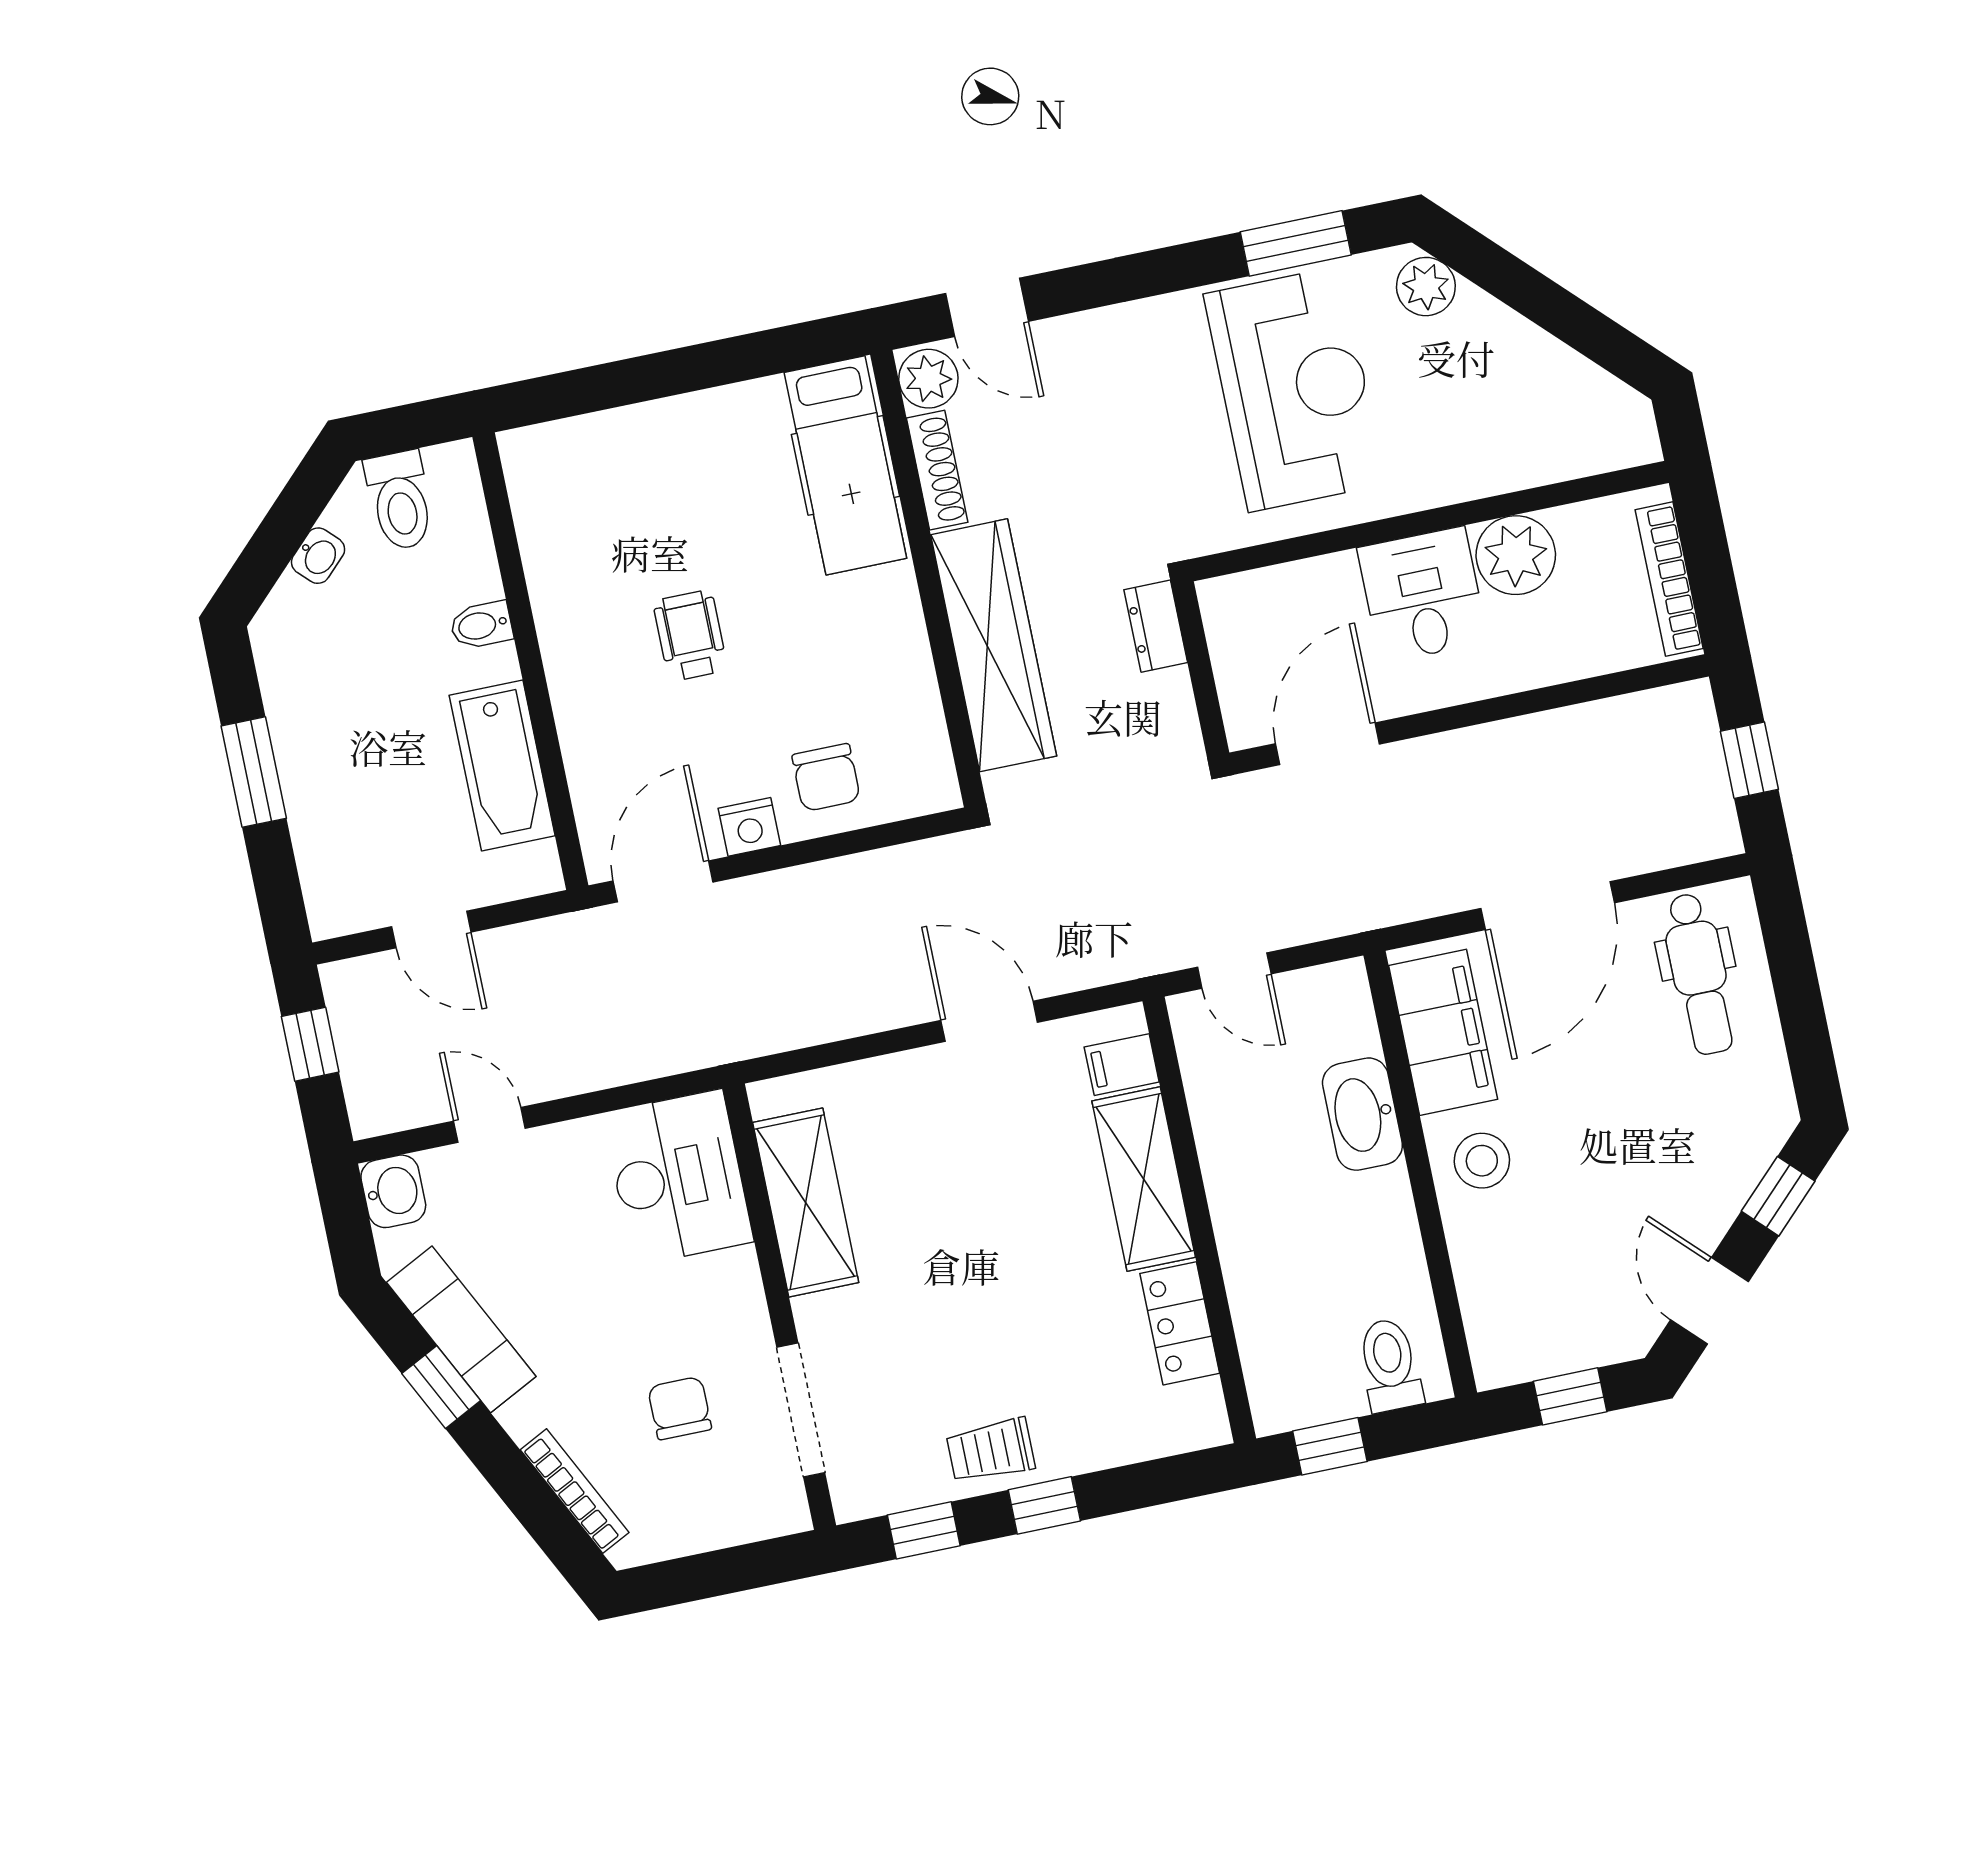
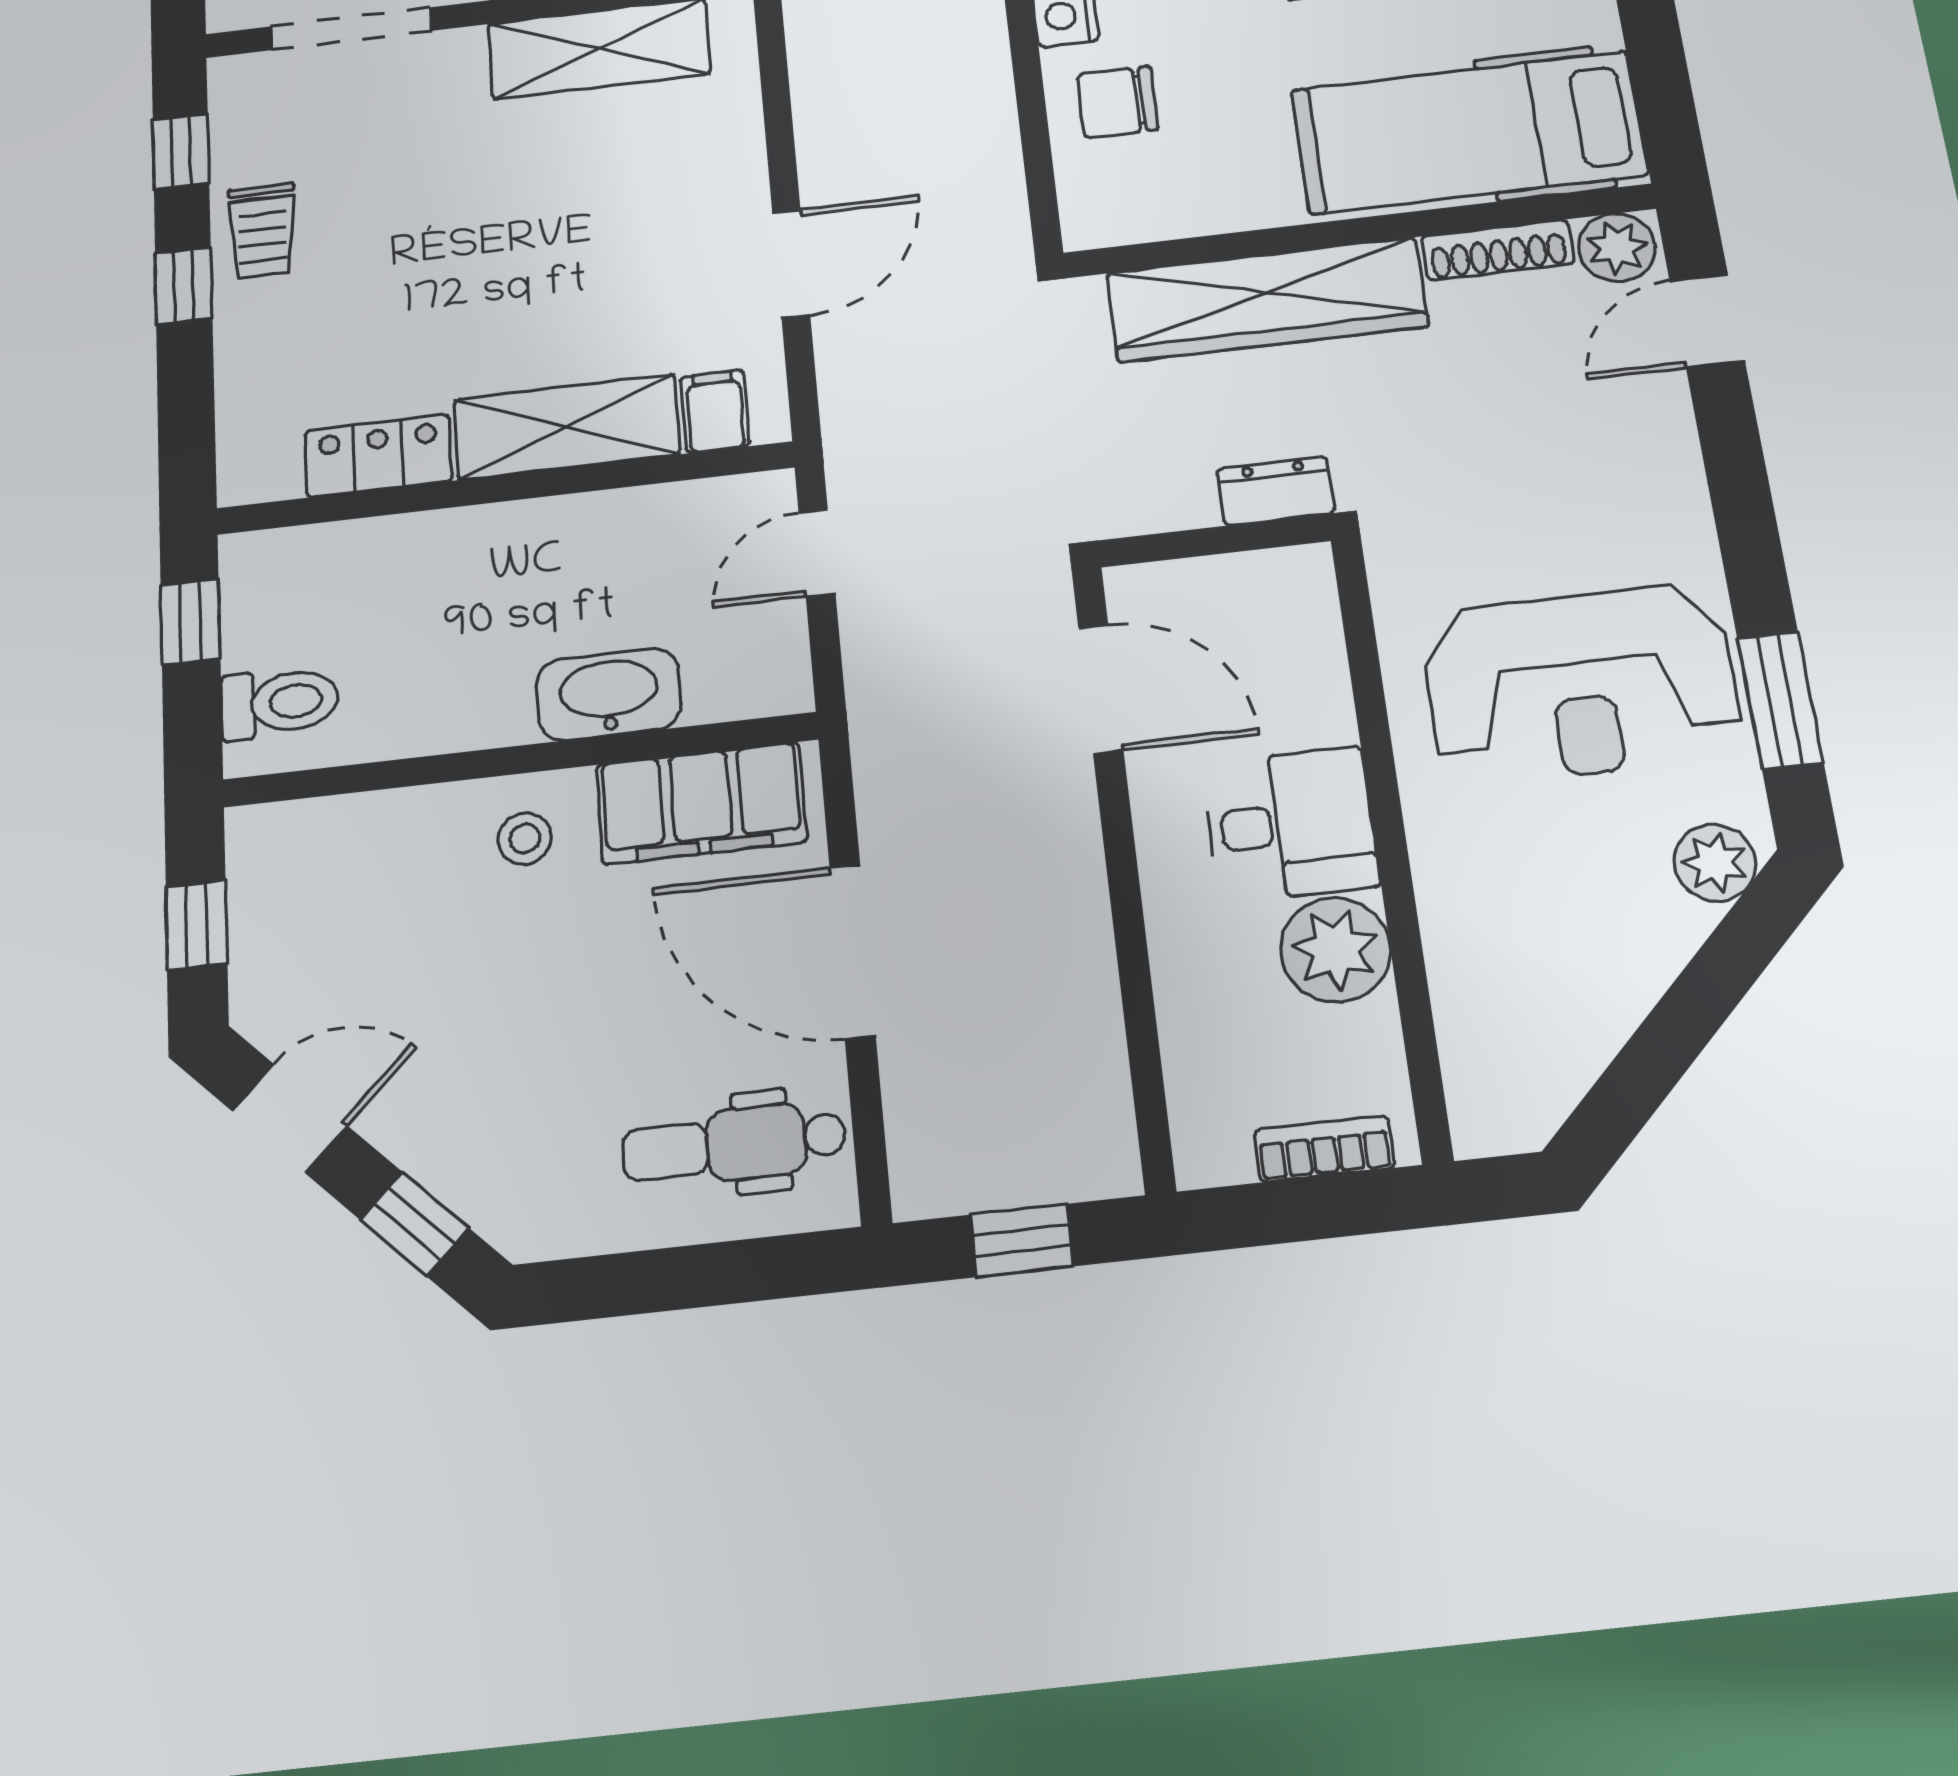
hospital bed: (845, 465) -> (1469, 132), width x1.37, depth x1.29
bookcase: (1669, 579) -> (1324, 1149), width x0.64
stool: (1482, 1161) -> (525, 838), width x0.73, depth x0.73
trolley: (991, 1450) -> (262, 231), turned 180

